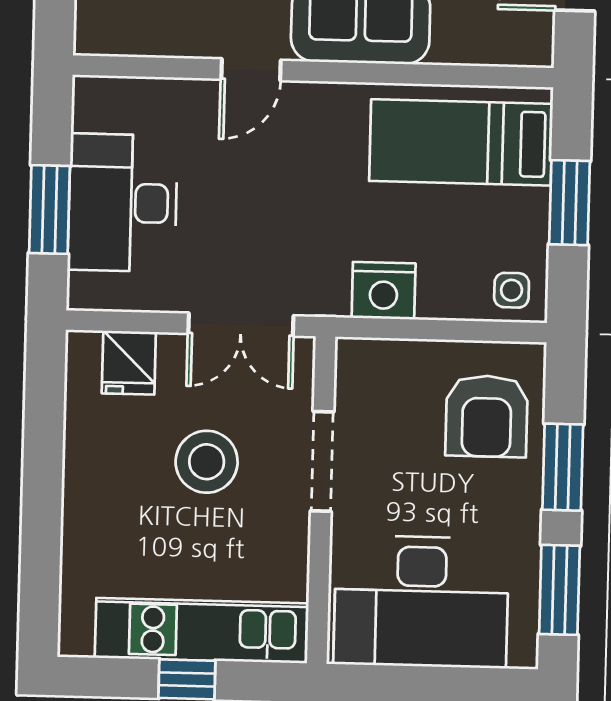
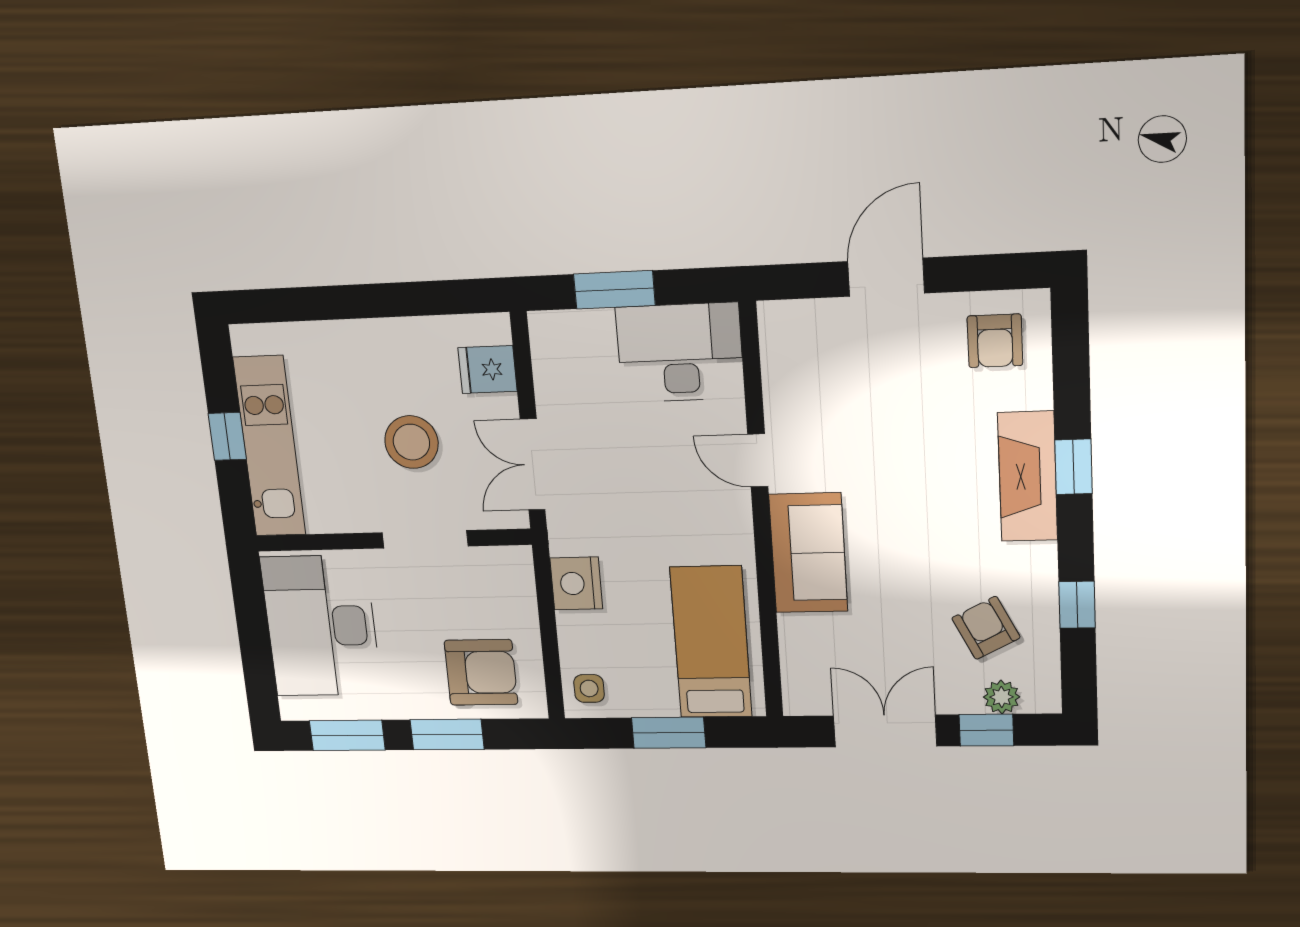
desk: (123, 203) -> (680, 353), moved
armchair: (487, 416) -> (481, 672), turned 180

